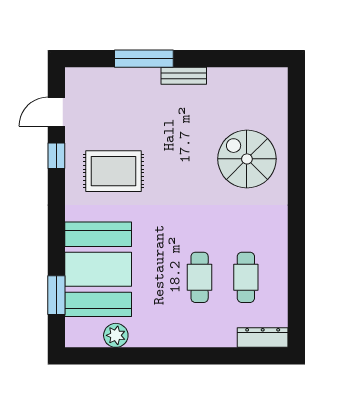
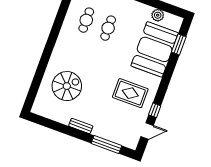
window: (144, 59) -> (106, 145), moved
spiral stairs: (247, 159) -> (67, 86), moved, turned -90

